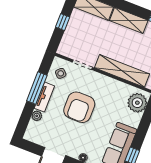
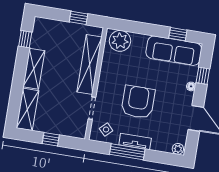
armchair: (79, 107) -> (138, 102), turned -90
plant: (37, 116) -> (178, 149), moved

